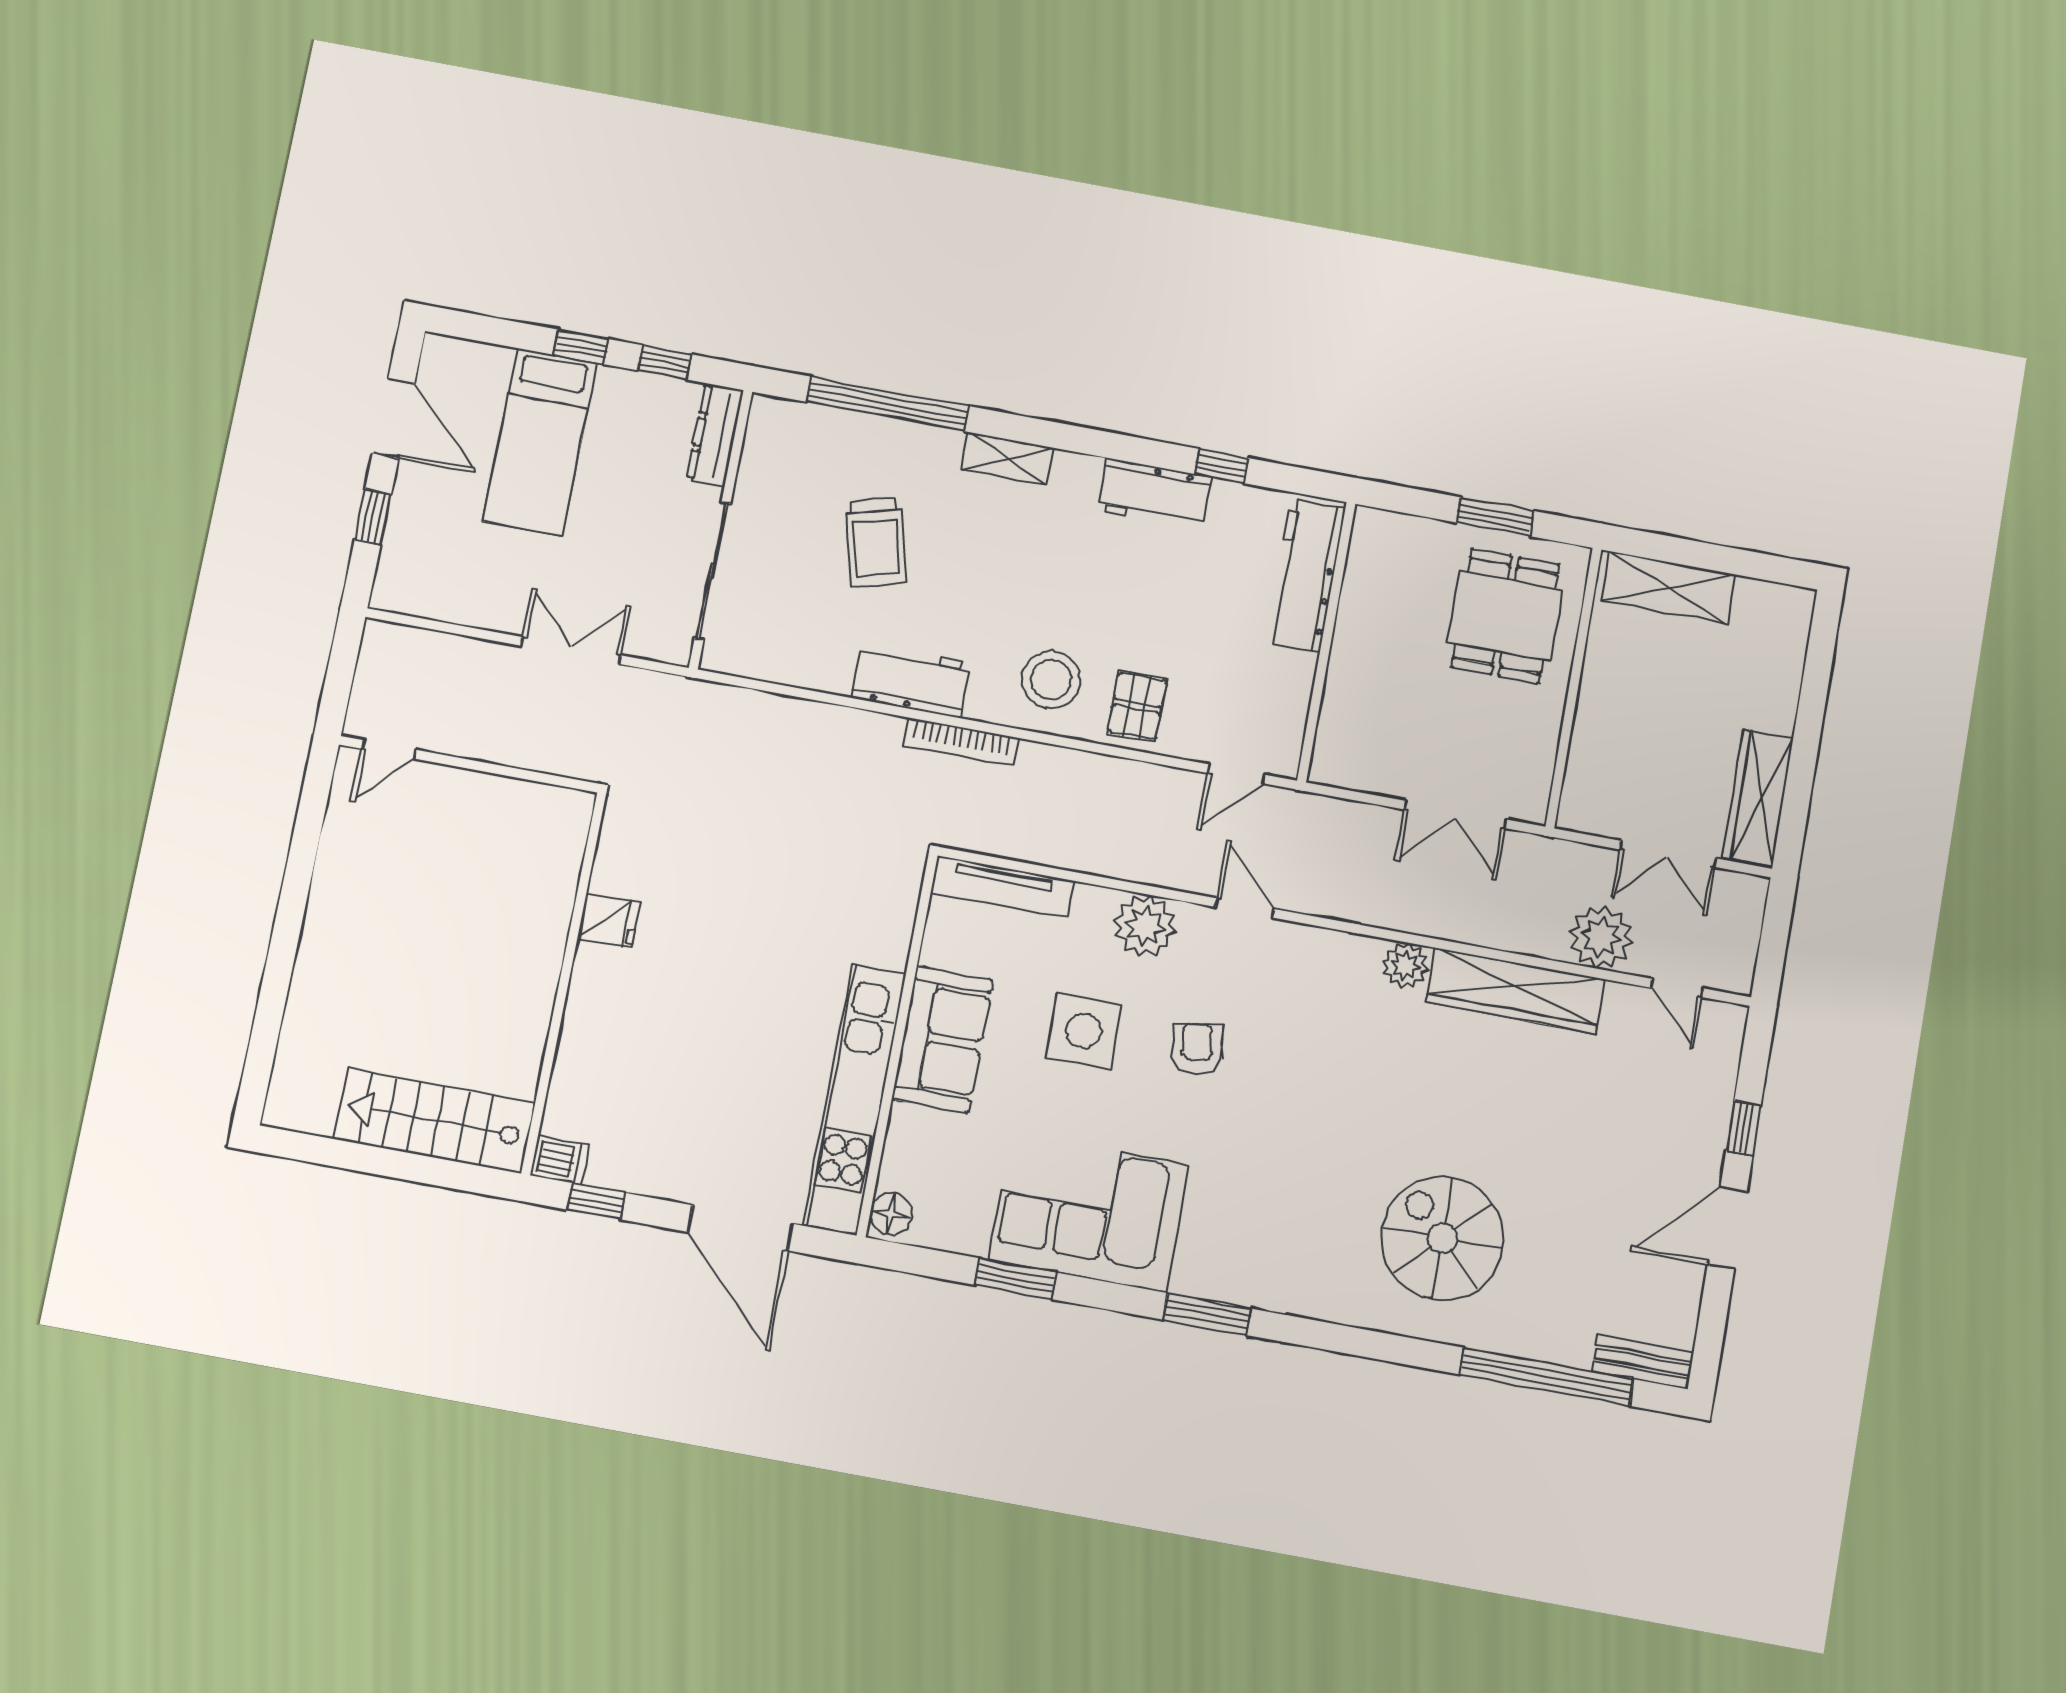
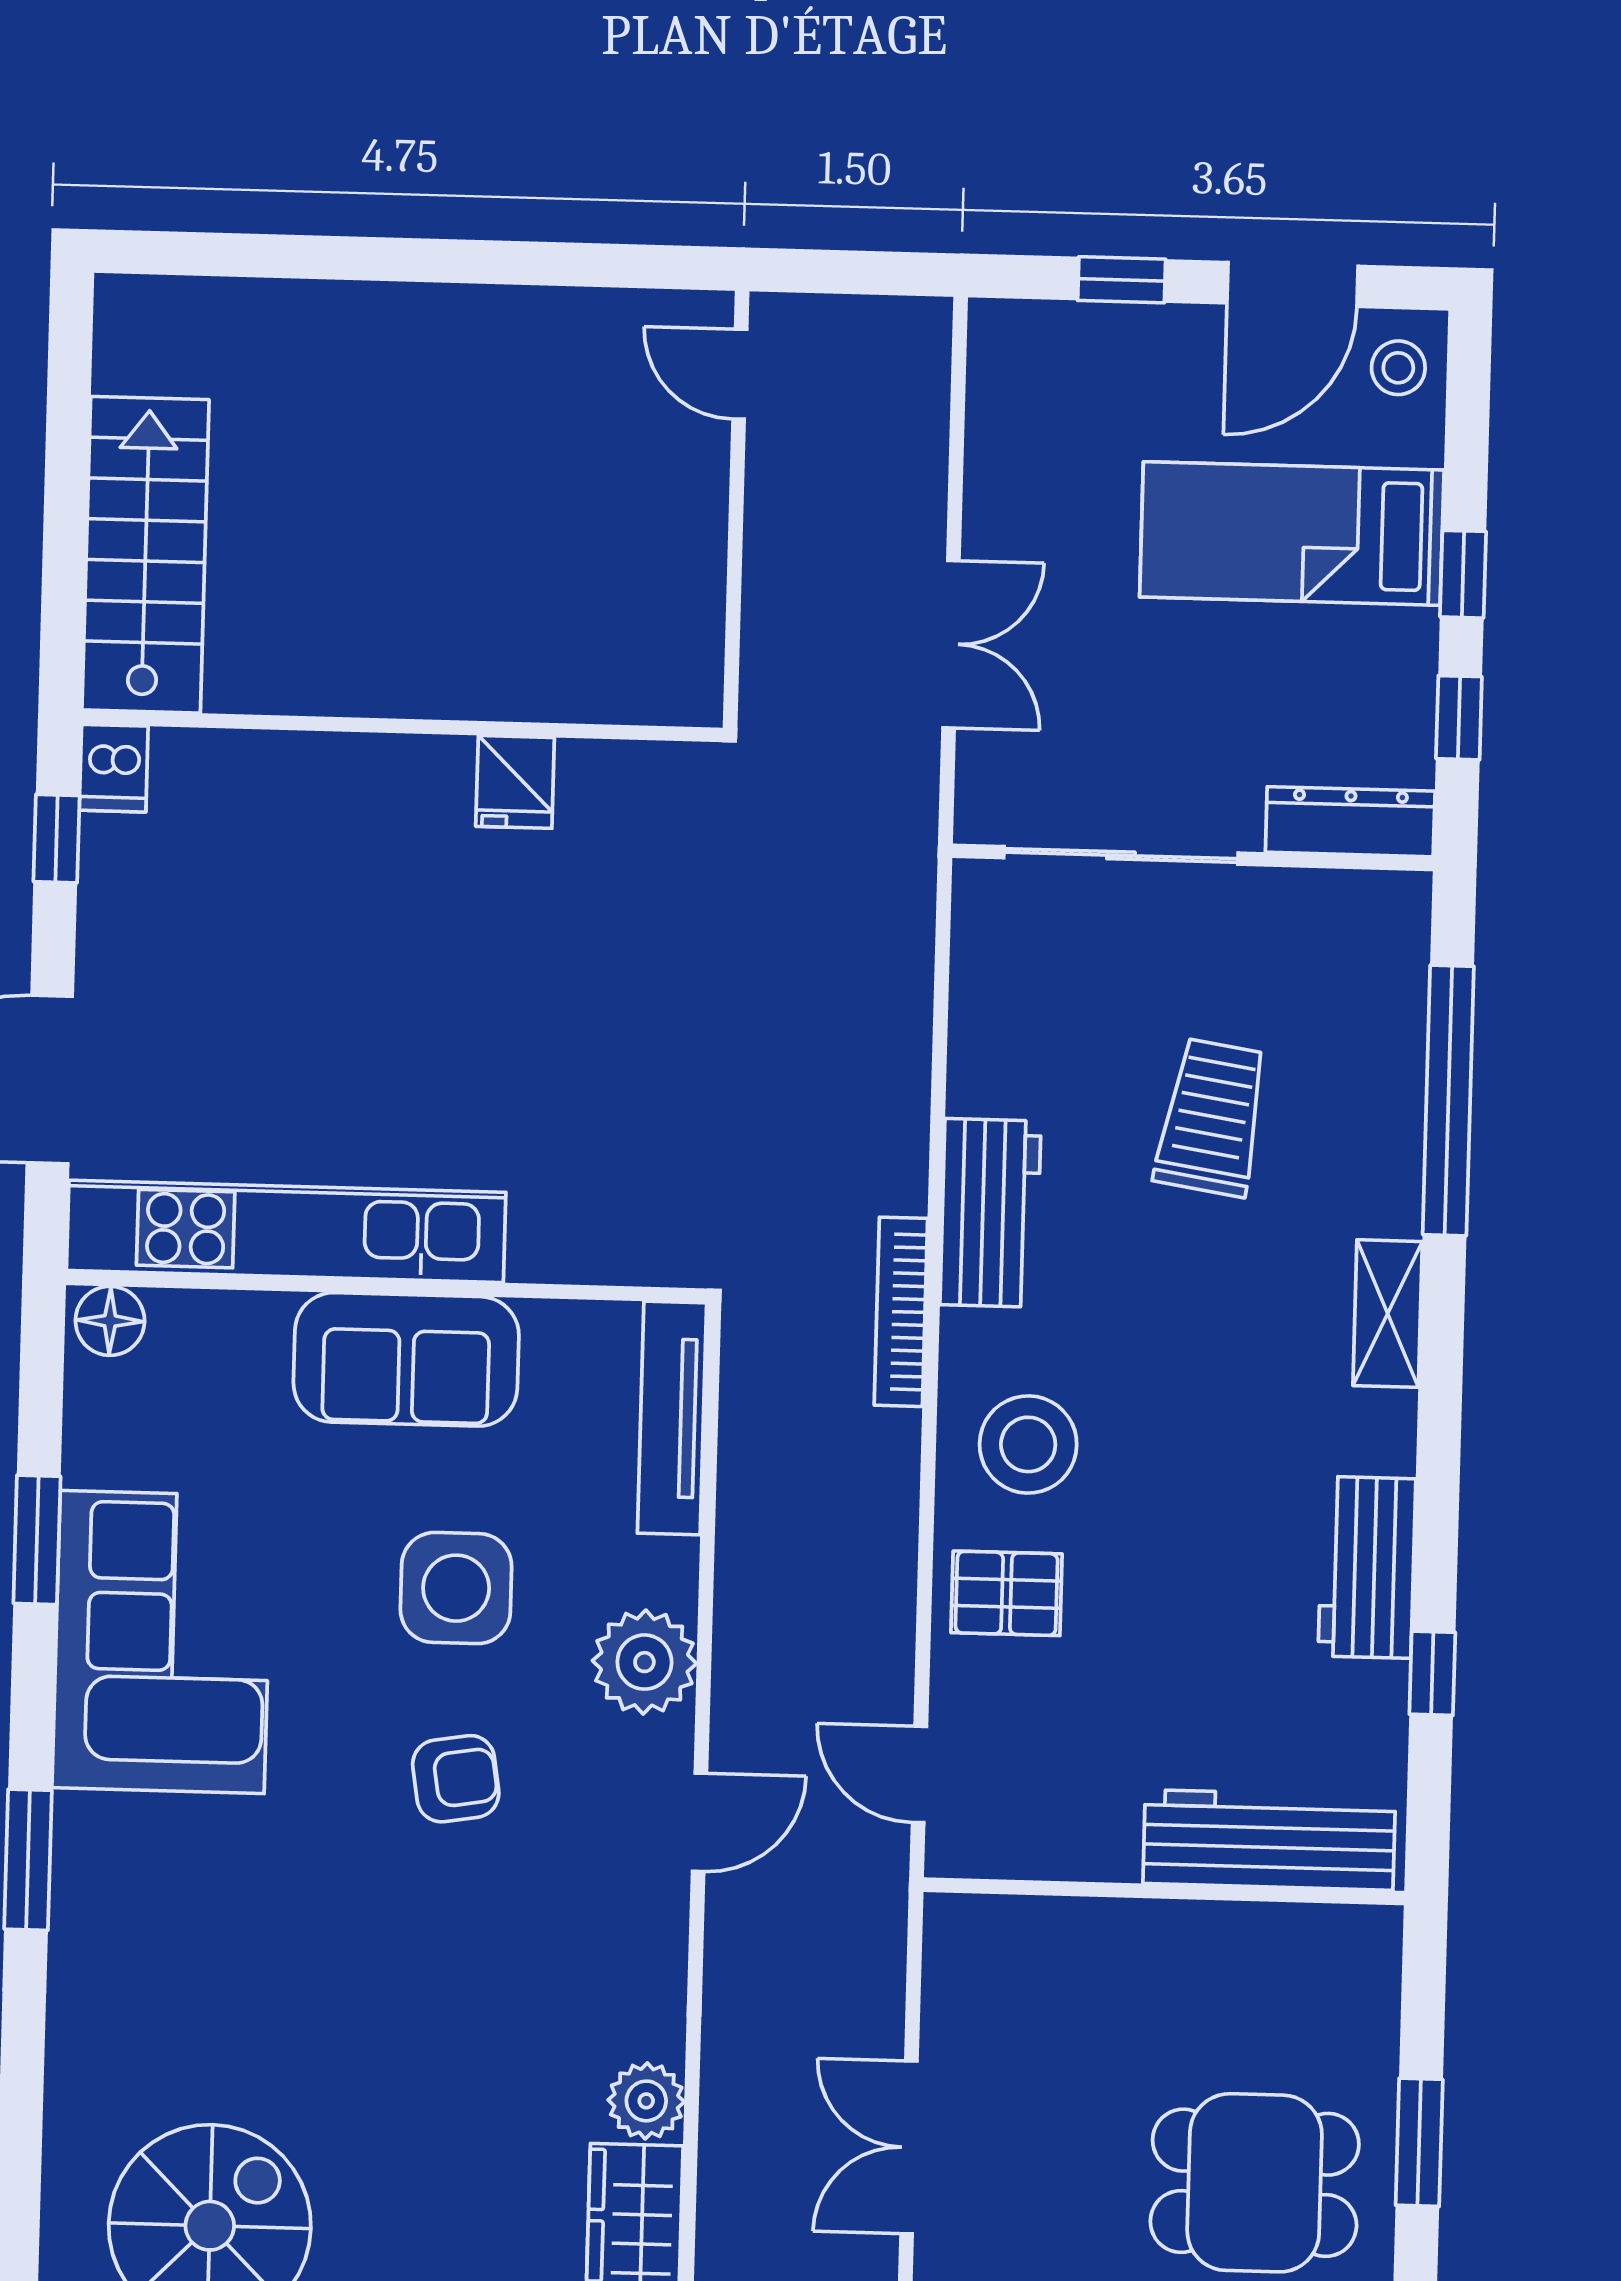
stool: (453, 365) -> (1398, 368), added
trolley: (876, 542) -> (1212, 1118), turned 113

